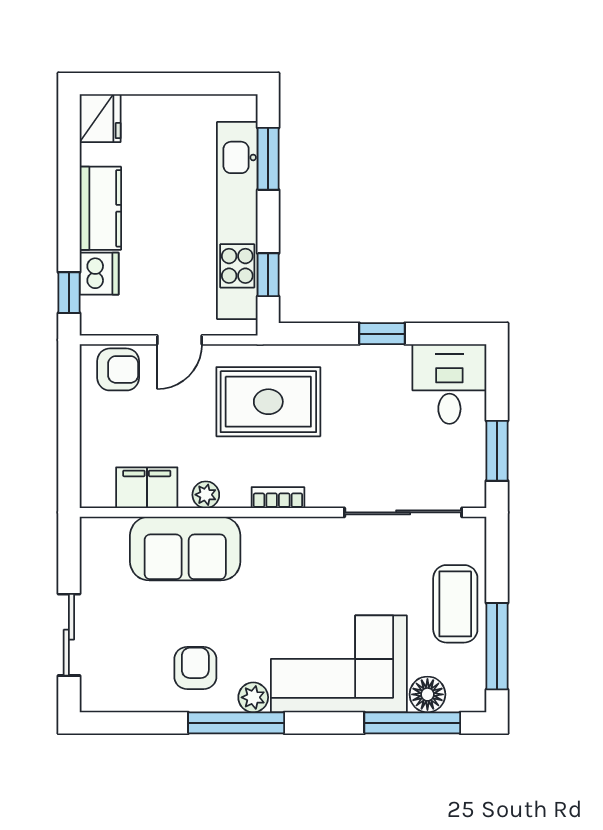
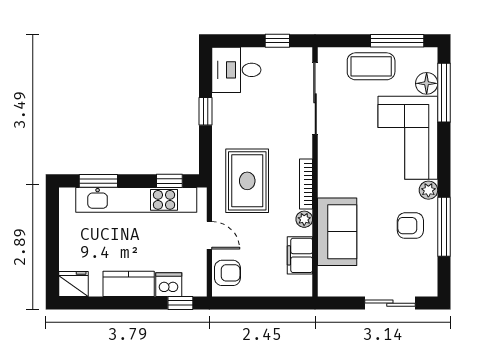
armchair: (118, 369) -> (227, 273), turned 90
window: (497, 451) -> (277, 41), width x0.67
bookcase: (278, 498) -> (306, 184), width x1.56
window: (236, 723) -> (444, 227), moved

